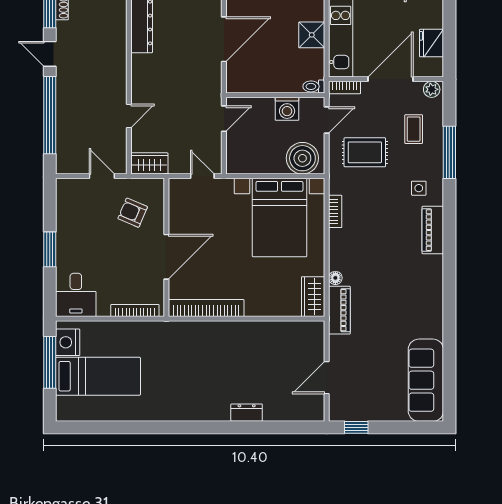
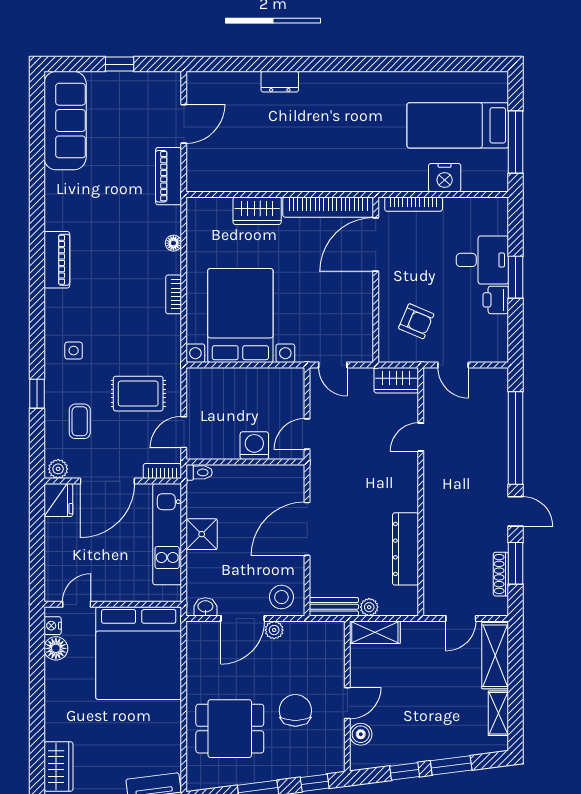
fridge: (431, 43) -> (58, 500), moved
washing machine: (287, 109) -> (254, 446), moved
window: (449, 152) -> (37, 394), width x0.46
boiler: (302, 158) -> (213, 386), removed
bookcase: (335, 211) -> (174, 294), moved
printer: (66, 230) -> (496, 300), added
piano: (433, 230) -> (57, 260), moved
door: (166, 257) -> (376, 244), moved
desk: (76, 295) -> (482, 260), moved, turned 90
wardrobe: (313, 297) -> (257, 211), moved, turned 90
piano: (339, 310) -> (169, 176), moved
nightstand: (68, 342) -> (445, 178), moved, turned 90
window: (356, 427) -> (120, 64), moved

